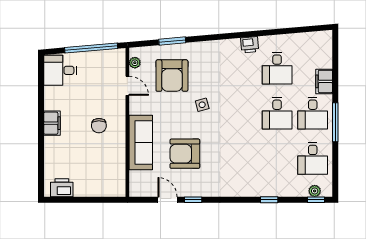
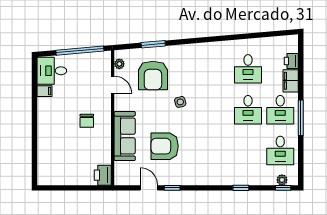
printer: (250, 45) -> (291, 61), moved, turned 95
filing cabinet: (52, 123) -> (44, 91), moved, width x0.50
printer: (62, 188) -> (103, 175), moved, turned -90

